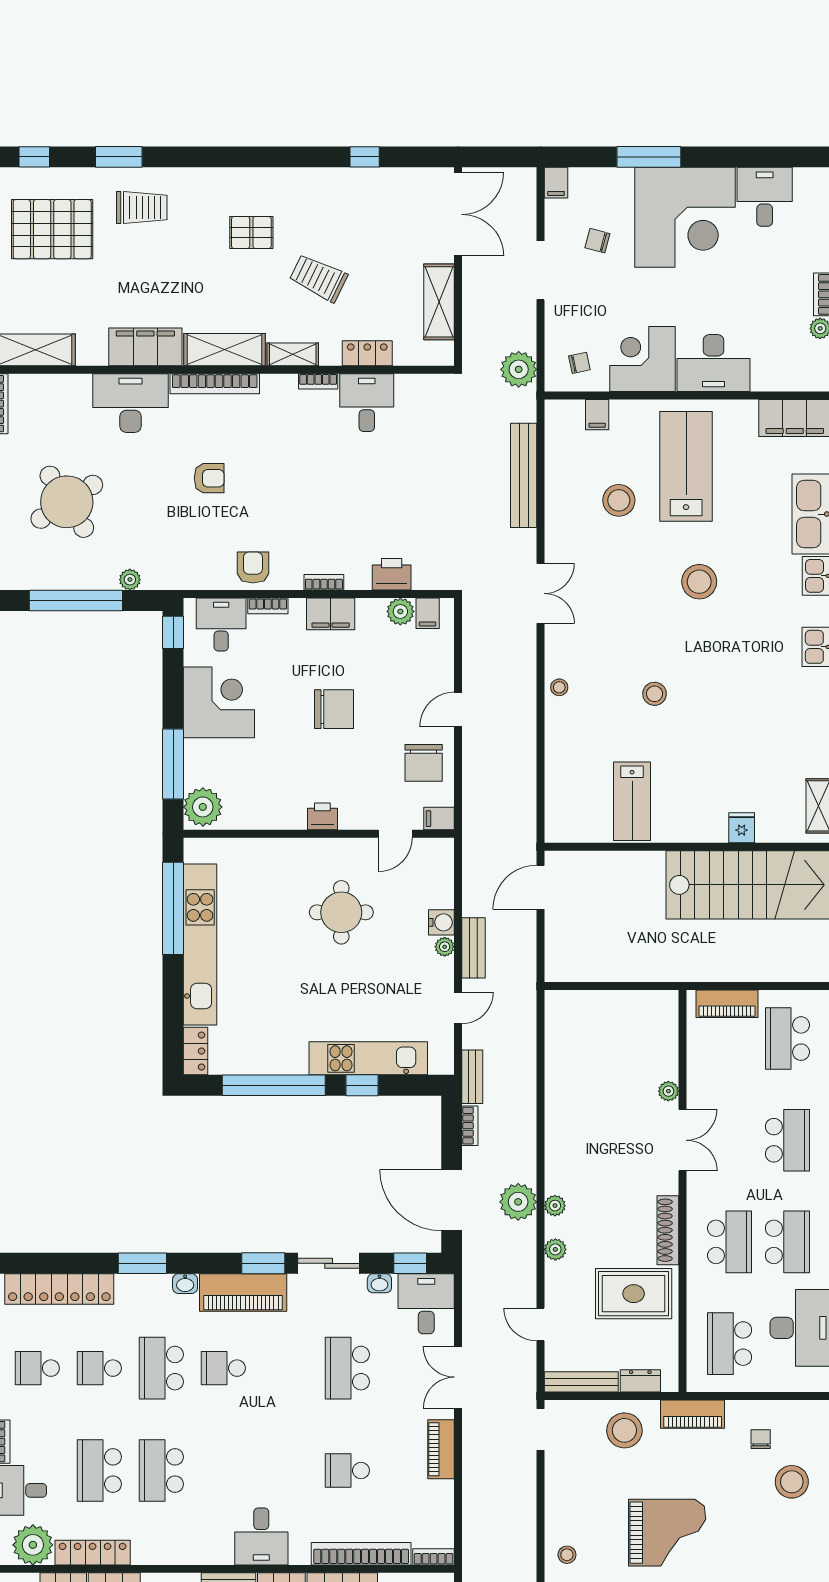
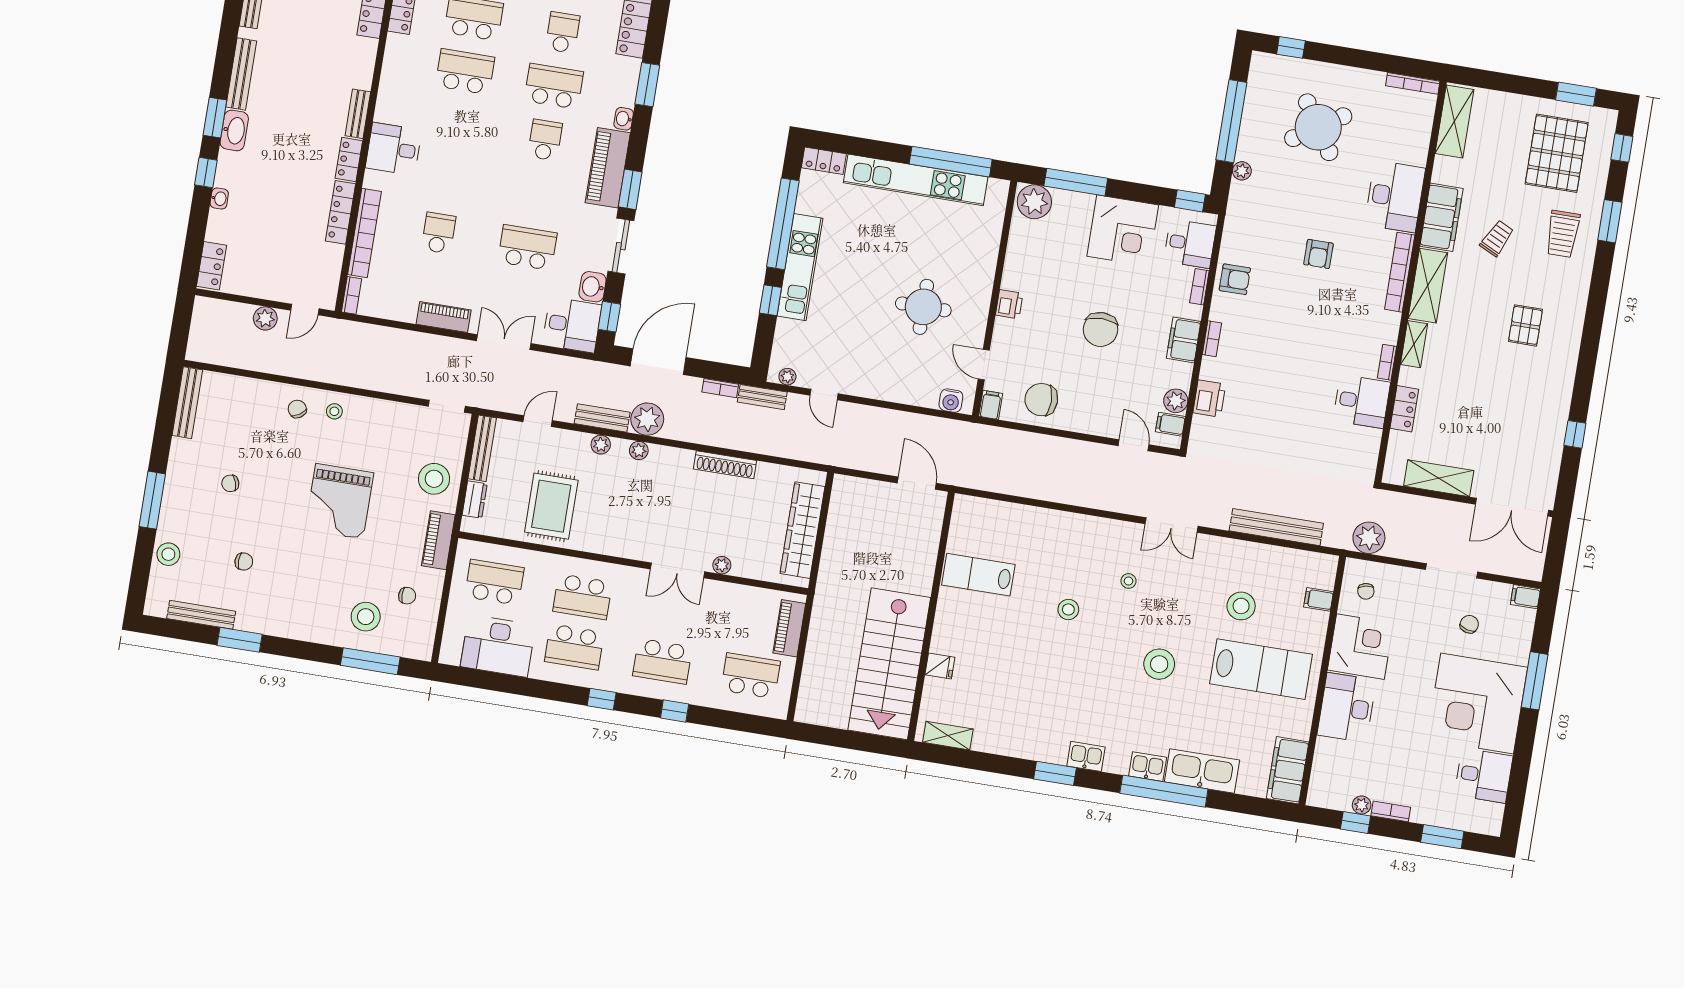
trolley: (318, 278) -> (1497, 238), moved, width x0.73, depth x0.72
stool: (559, 687) -> (1128, 581), moved
door: (458, 710) -> (1134, 445), moved
water cooler: (441, 922) -> (951, 401), moved
plant: (445, 947) -> (787, 377), moved
bench: (473, 948) -> (602, 418), moved
wardrobe: (614, 1007) -> (802, 530), added
kitchen unit: (368, 1058) -> (800, 267), moved
shoe rack: (668, 1230) -> (725, 465), moved, turned 180
washbasin: (379, 1283) -> (593, 287), width x1.38, depth x1.45

